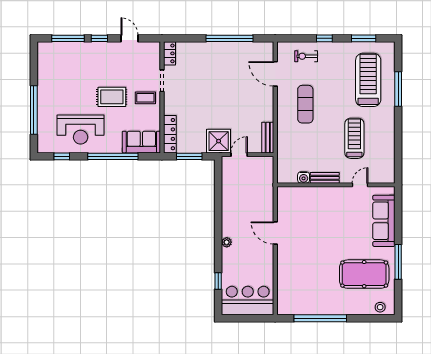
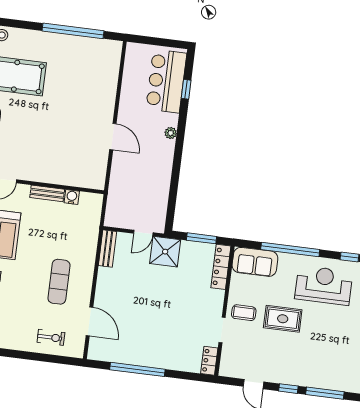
window: (324, 38) -> (27, 356), removed
bar counter: (248, 301) -> (166, 81), moved, turned 90

